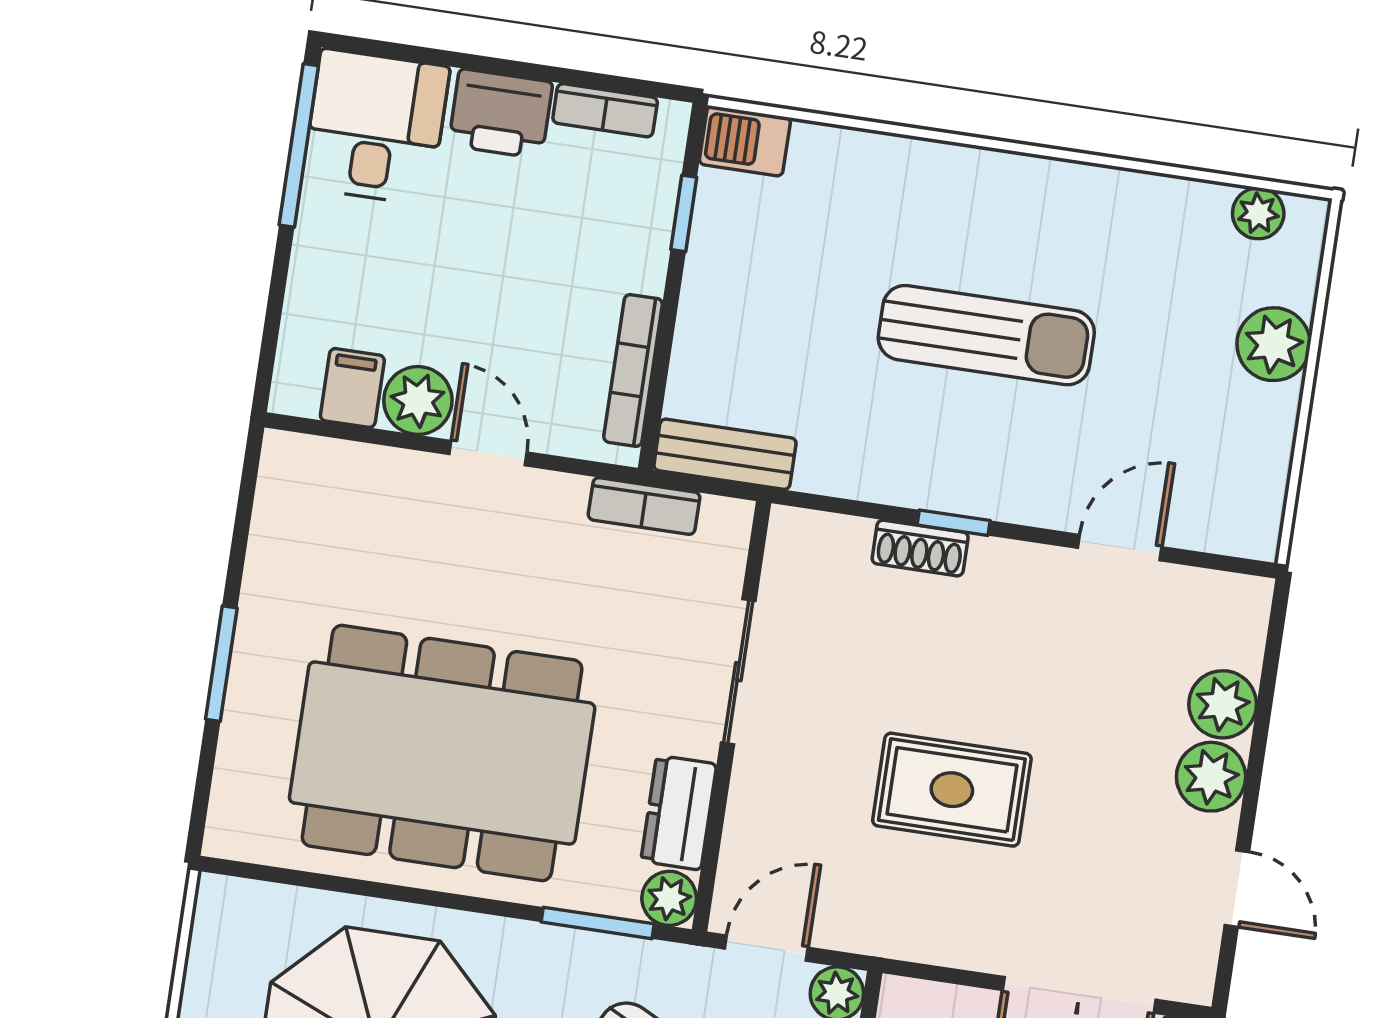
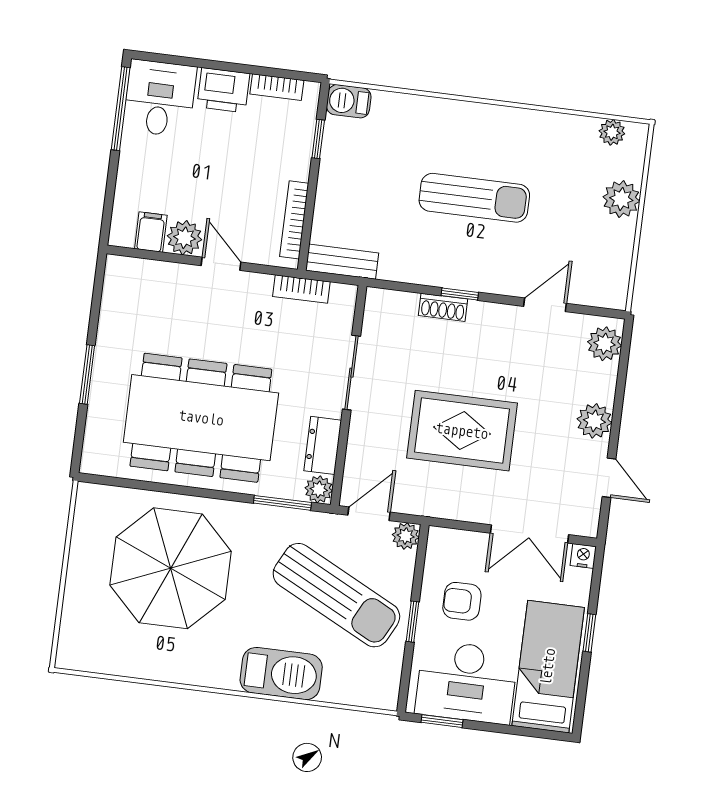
plant: (1223, 704) -> (605, 344), moved
rug: (952, 790) -> (462, 431), width x1.36, depth x1.43

